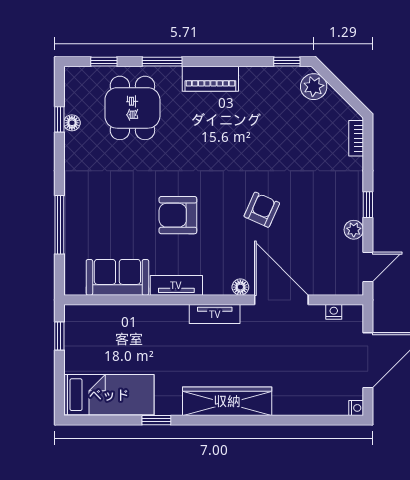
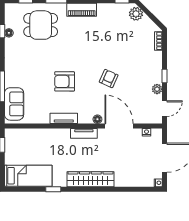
dining table: (132, 108) -> (41, 25), turned 90
sofa: (117, 277) -> (14, 104), moved, turned 90

